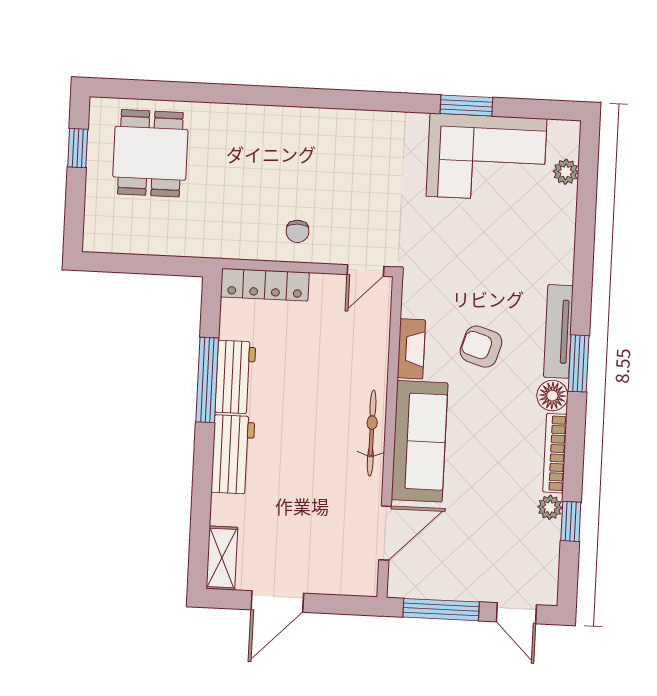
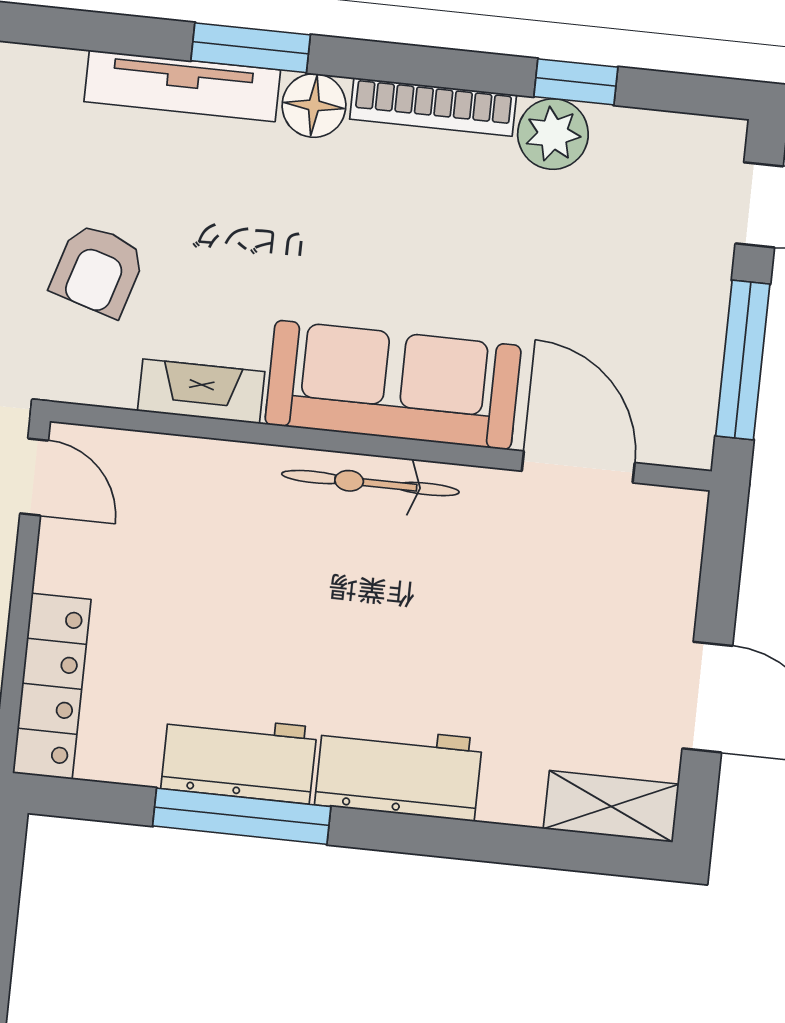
armchair: (481, 347) -> (98, 270), moved
plant: (550, 507) -> (553, 134), width x1.38, depth x1.38

